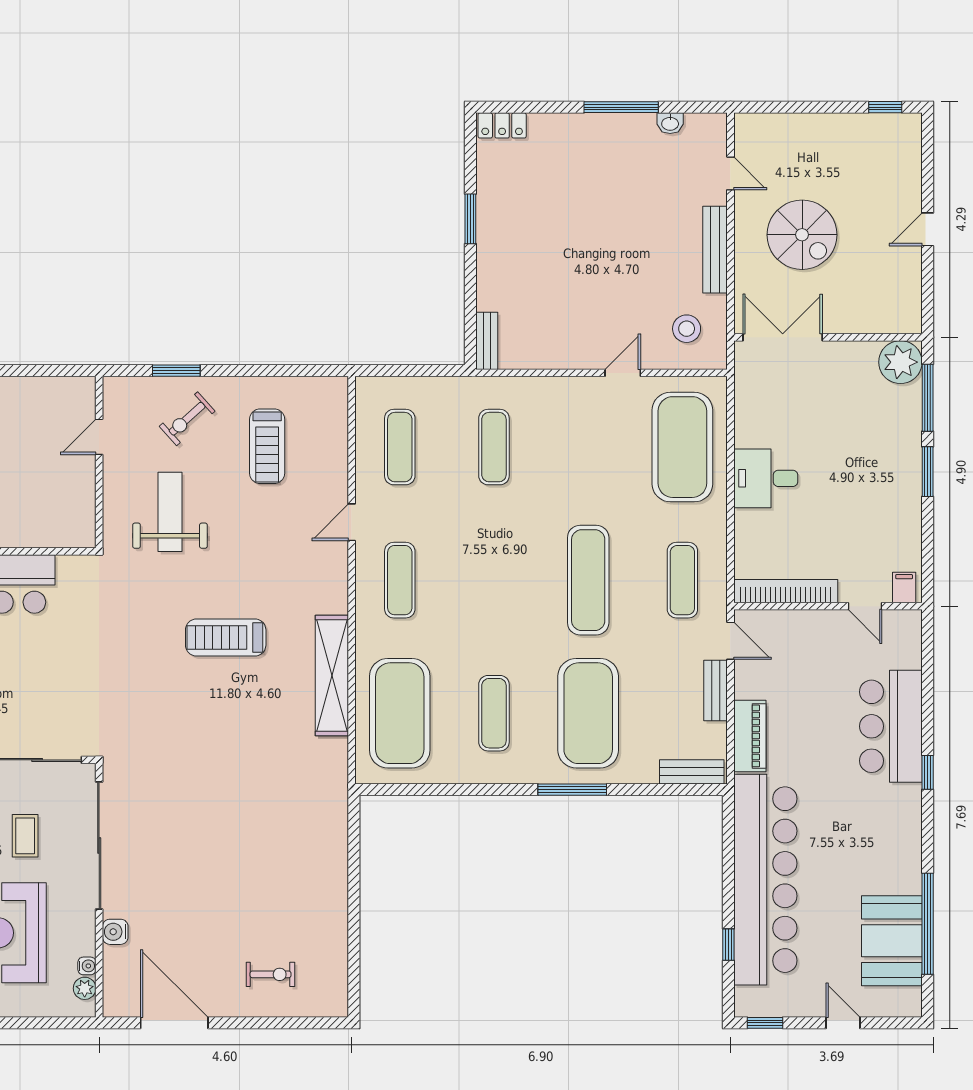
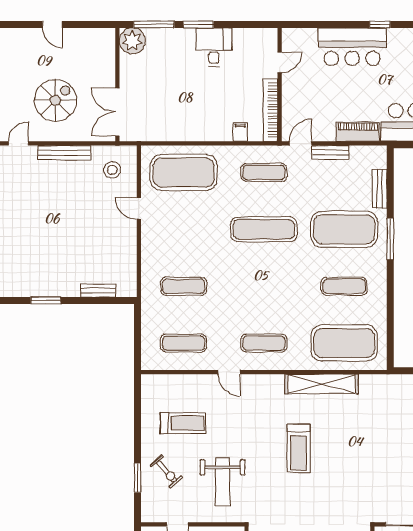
bench: (487, 341) -> (98, 291), moved
desk: (766, 478) -> (214, 47), moved, turned 180
weight bench: (170, 512) -> (223, 482), turned -90
filing cabinet: (904, 587) -> (240, 132), moved, turned 90
bench: (692, 772) -> (380, 189), moved

